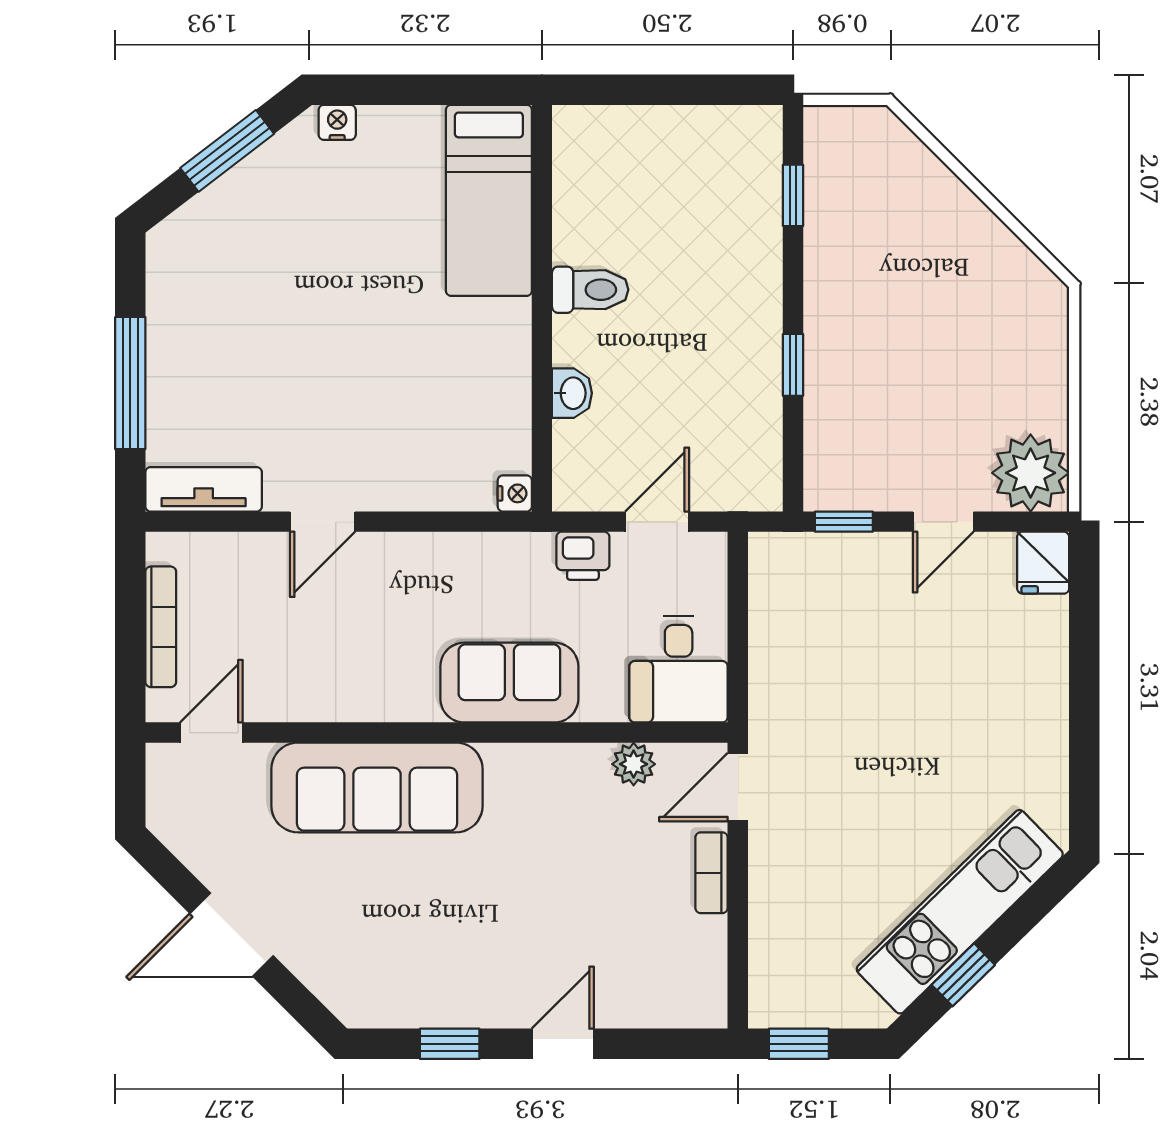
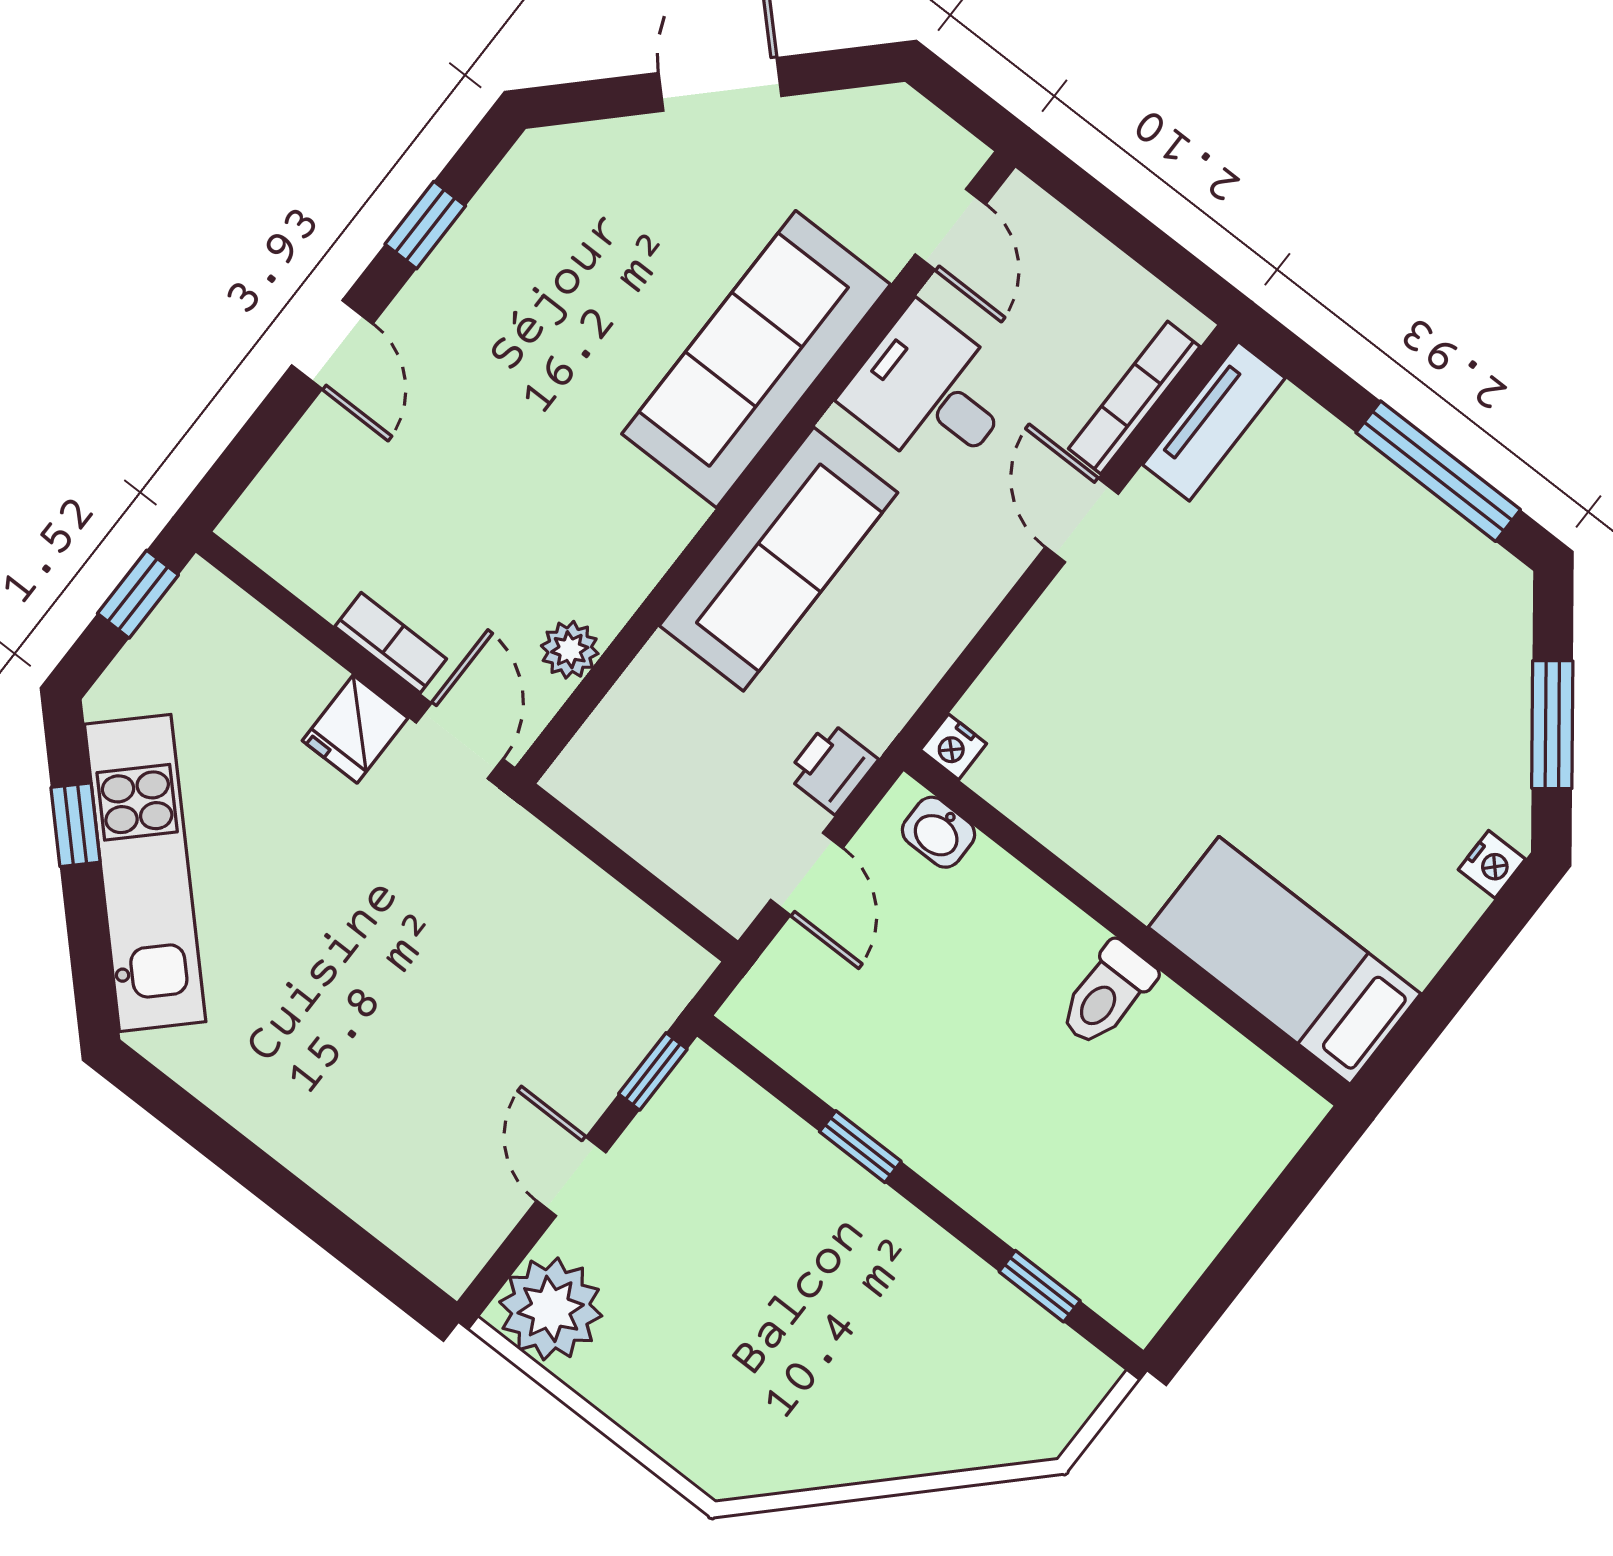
window: (130, 383) -> (1438, 471), moved
washbasin: (572, 393) -> (939, 832), moved
fridge: (1043, 563) -> (355, 729), moved, turned -90
bookcase: (161, 627) -> (1134, 398), moved, turned 90
desk: (679, 669) -> (931, 392), moved
sofa: (509, 683) -> (778, 559), width x1.36

